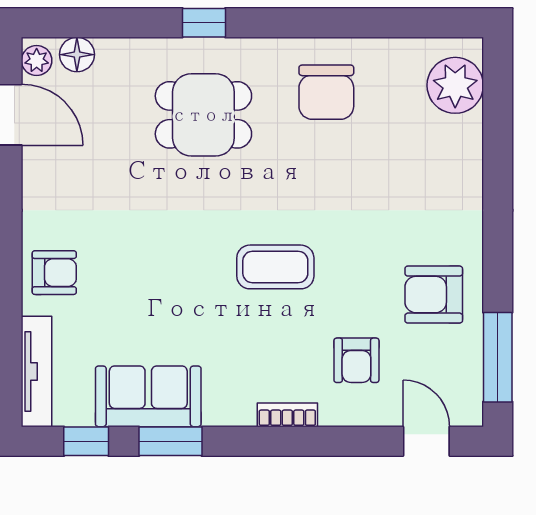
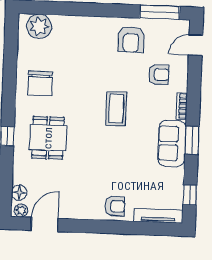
chair: (326, 92) -> (40, 83), turned 90
armchair: (54, 273) -> (115, 206), turned 90
sofa: (148, 396) -> (172, 143), moved
window: (170, 441) -> (192, 140), moved

